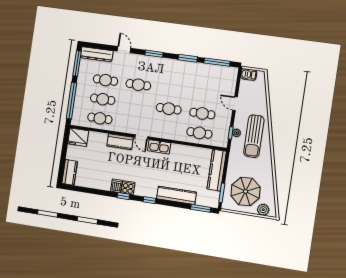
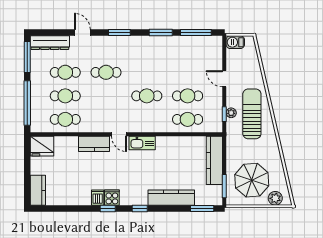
sun lounger: (254, 136) -> (252, 114), turned 180

